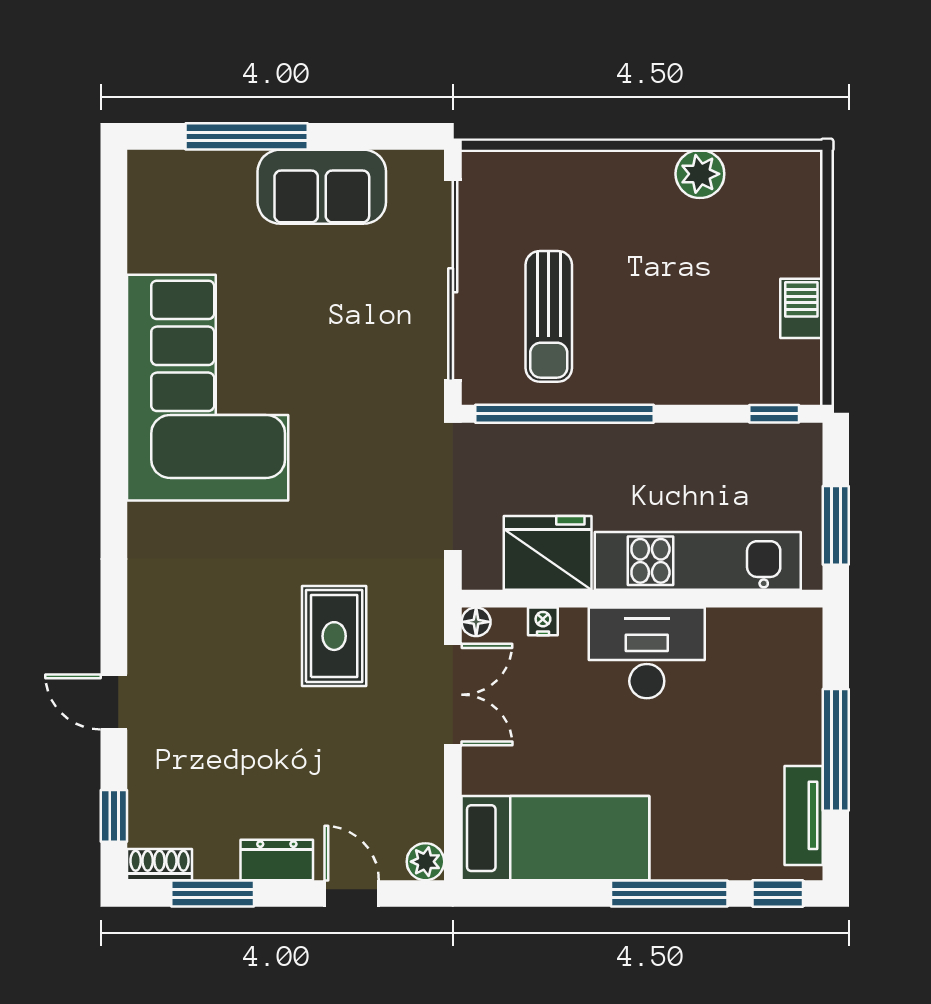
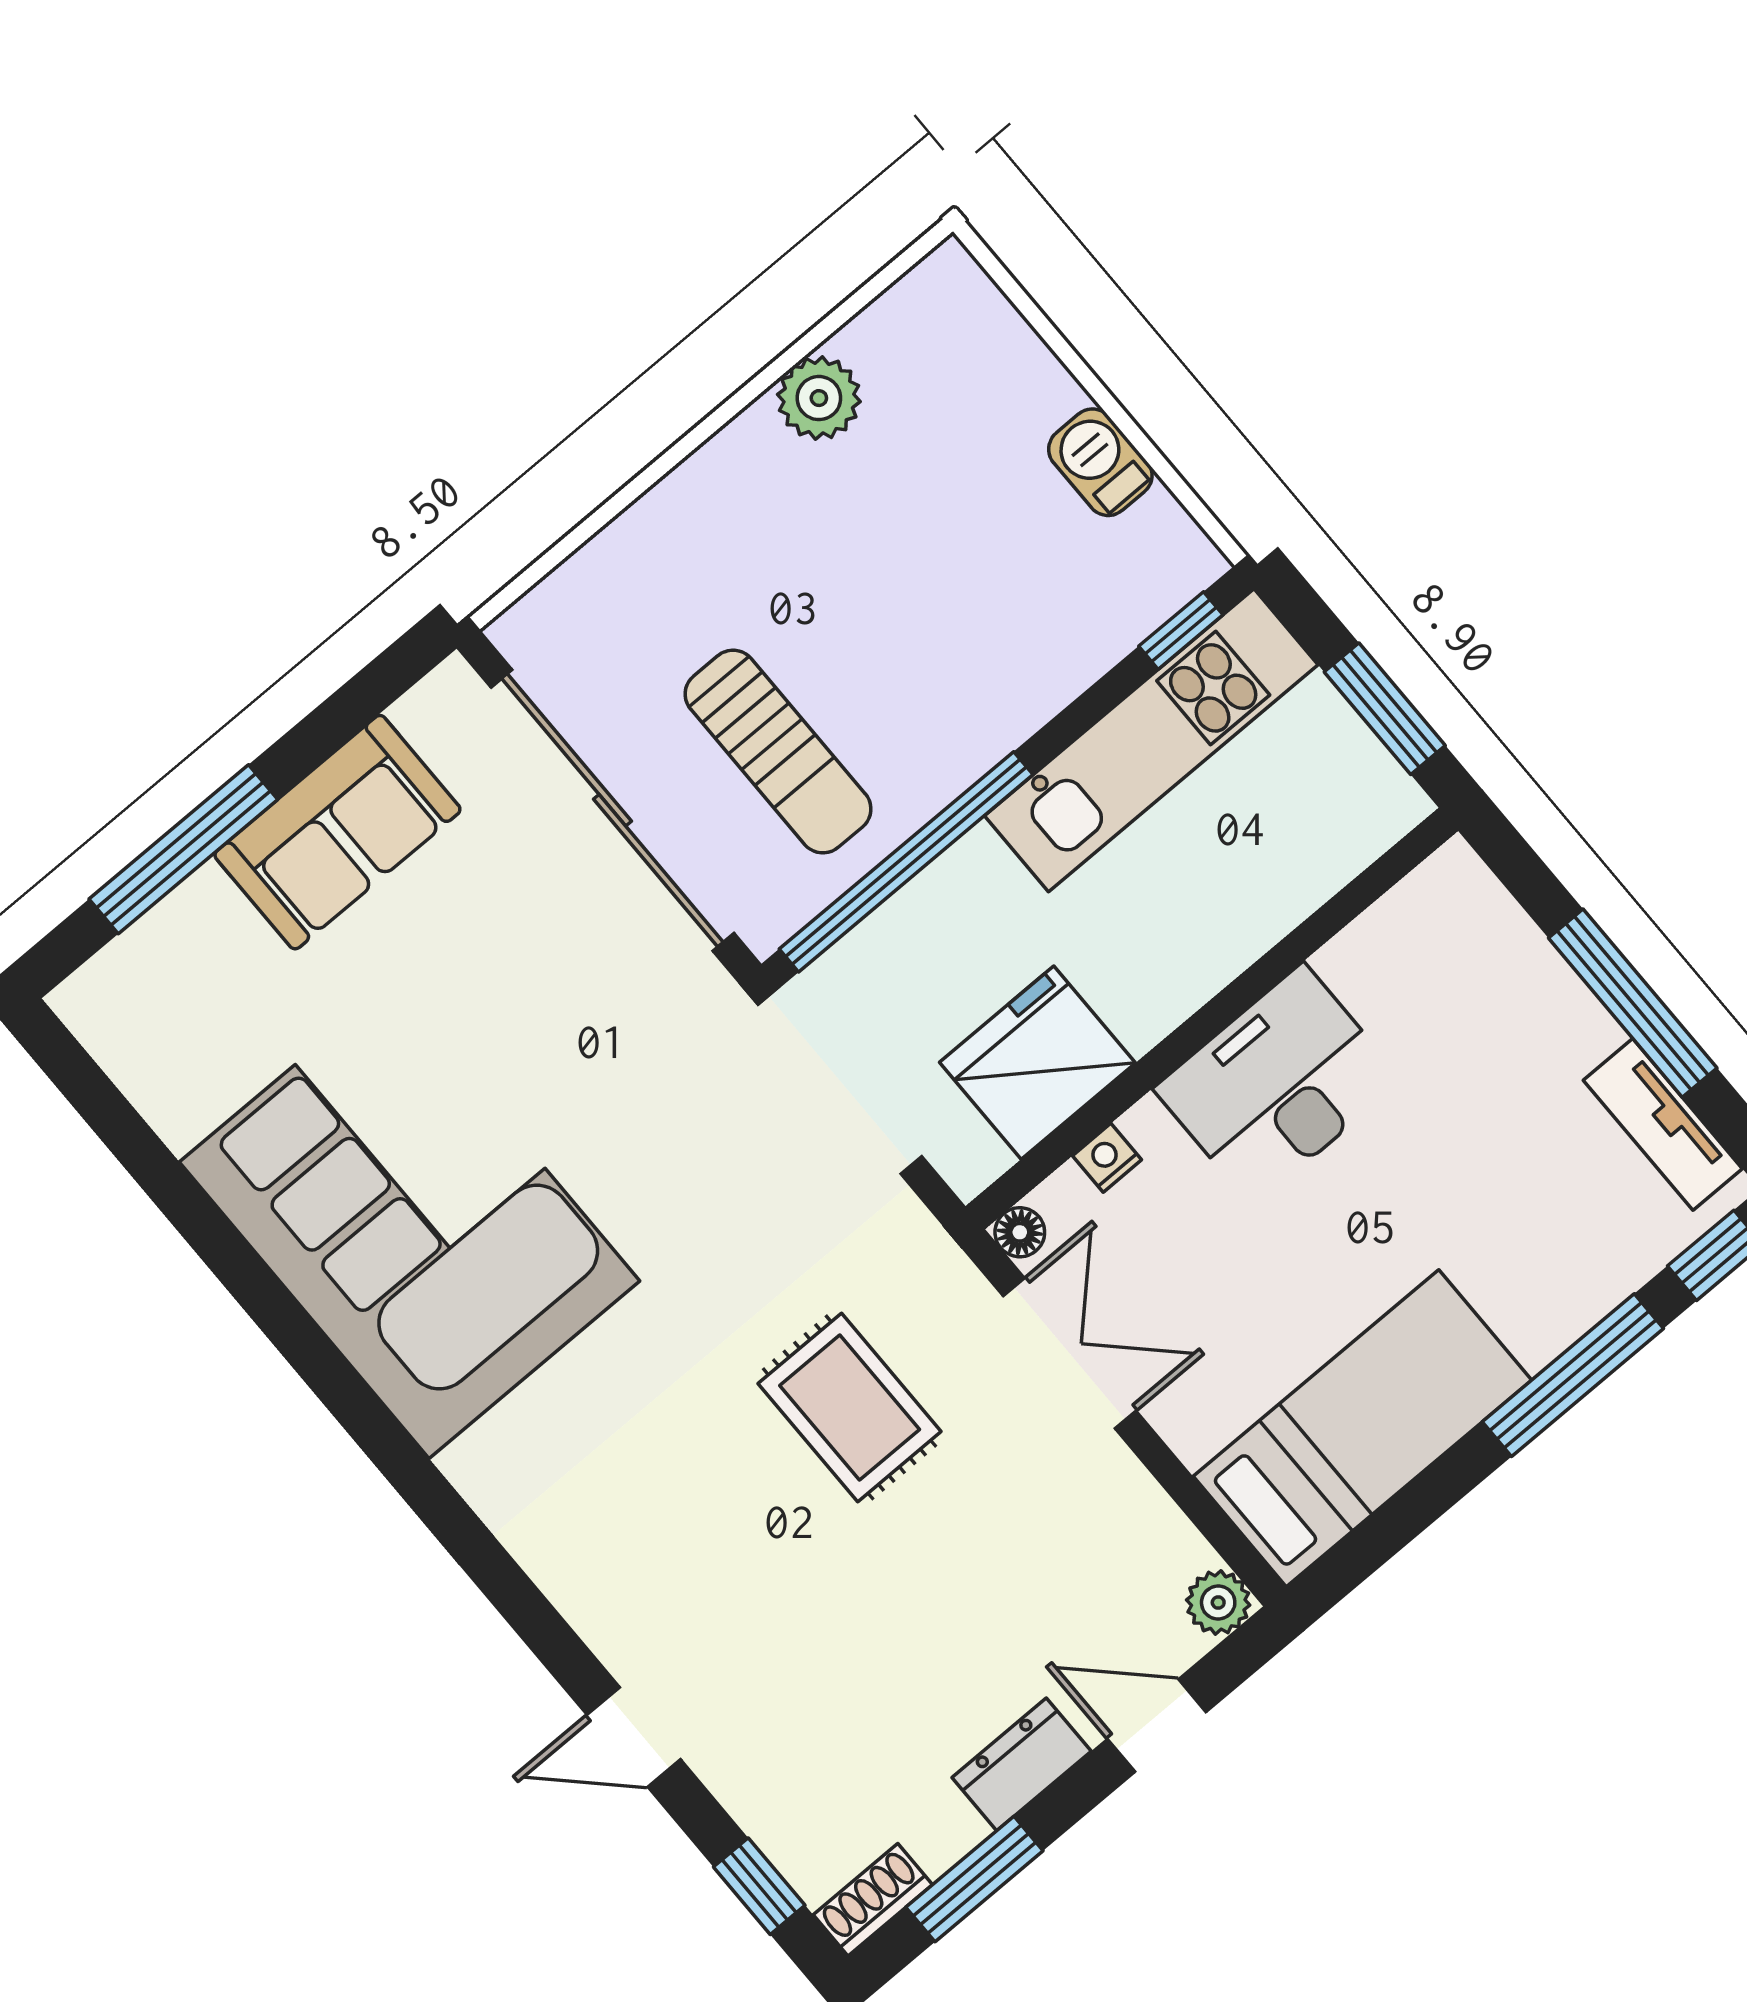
kitchen unit: (698, 561) -> (1151, 740), moved, turned 180

